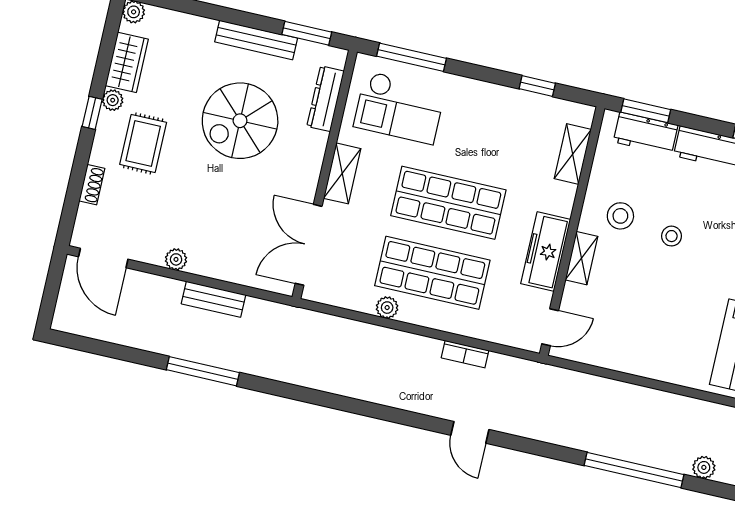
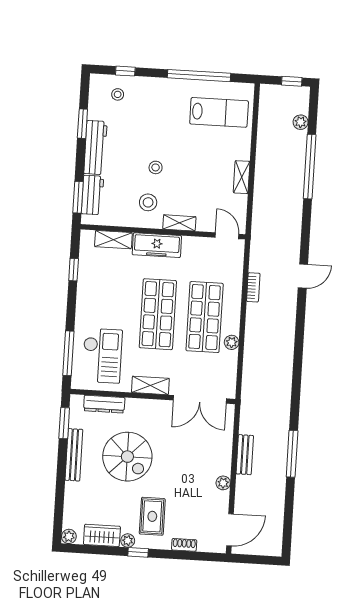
rug: (143, 143) -> (152, 516), turned 90
freezer: (546, 252) -> (157, 245), moved
shelving: (635, 364) -> (242, 177), added

